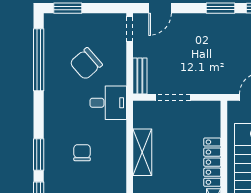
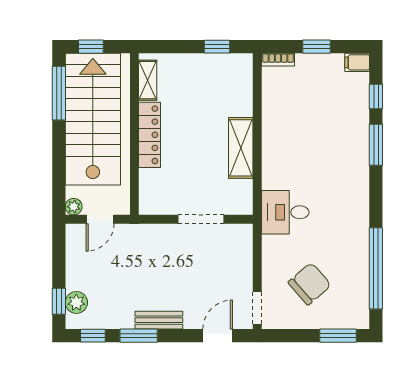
chair: (86, 64) -> (310, 284), moved
bench: (140, 76) -> (159, 320), moved, turned 90
chair: (82, 153) -> (319, 147), removed

